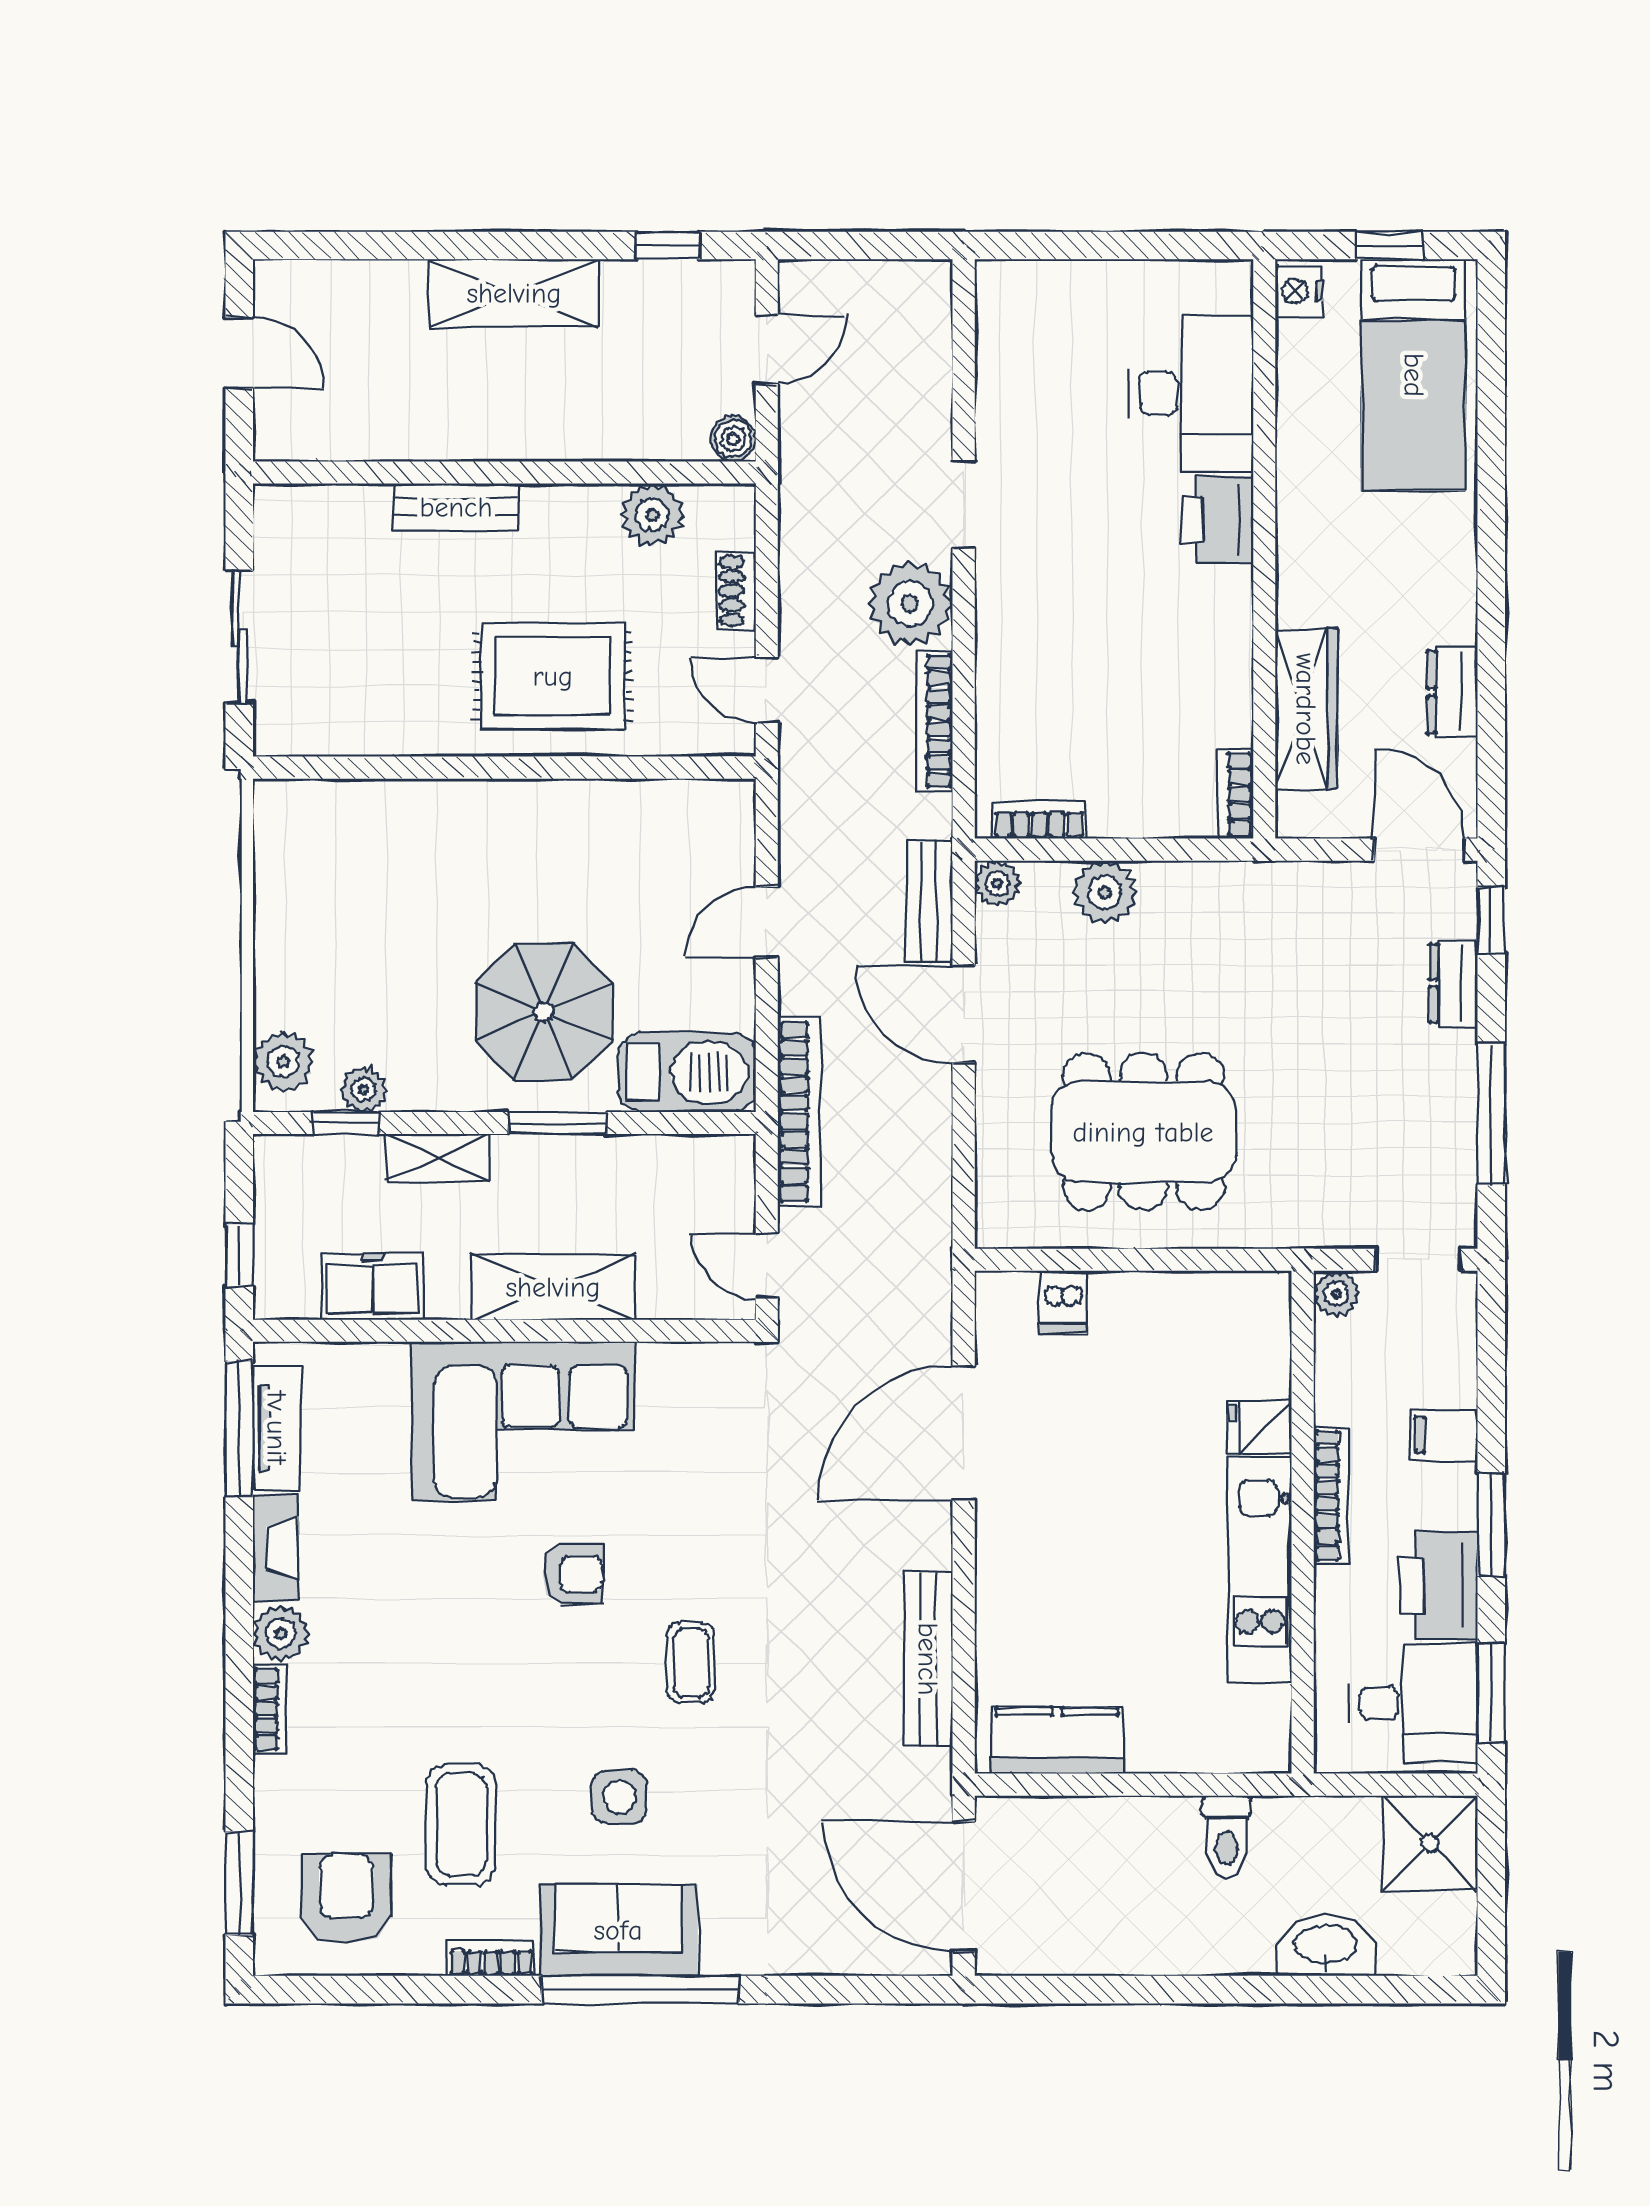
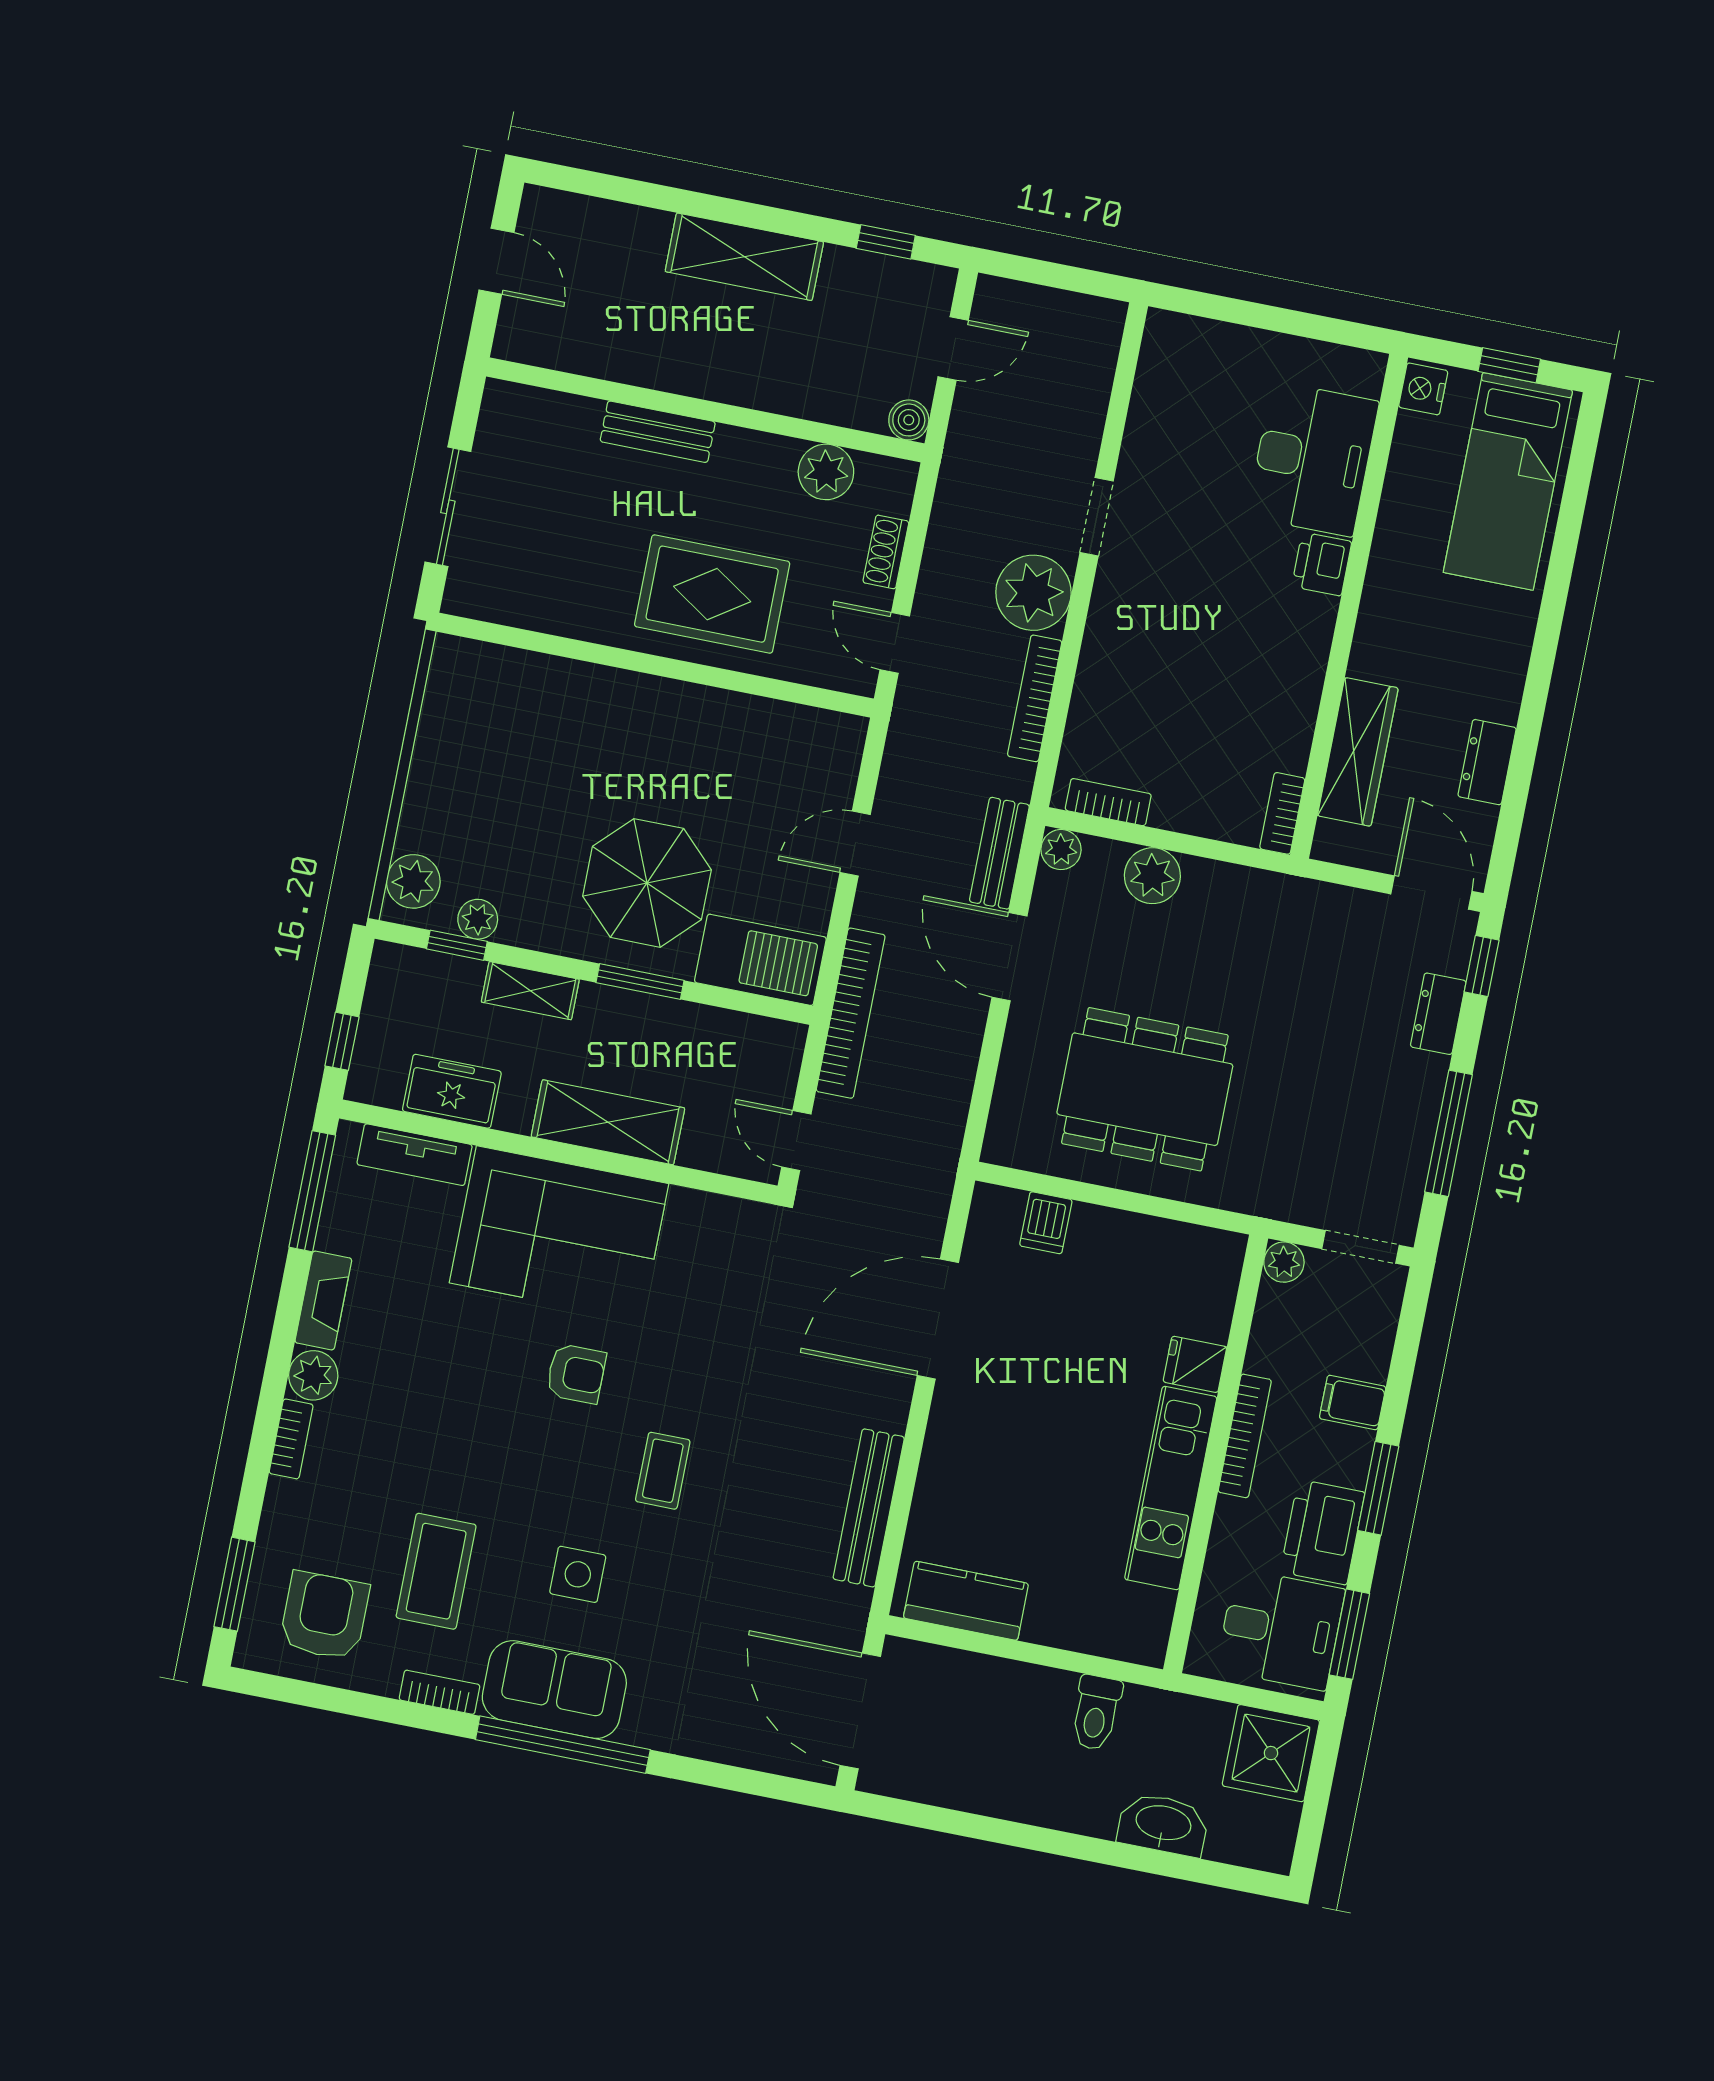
printer: (1218, 520) -> (1322, 564), width x0.73, depth x0.81
tv unit: (277, 1428) -> (415, 1155), moved, turned 90

